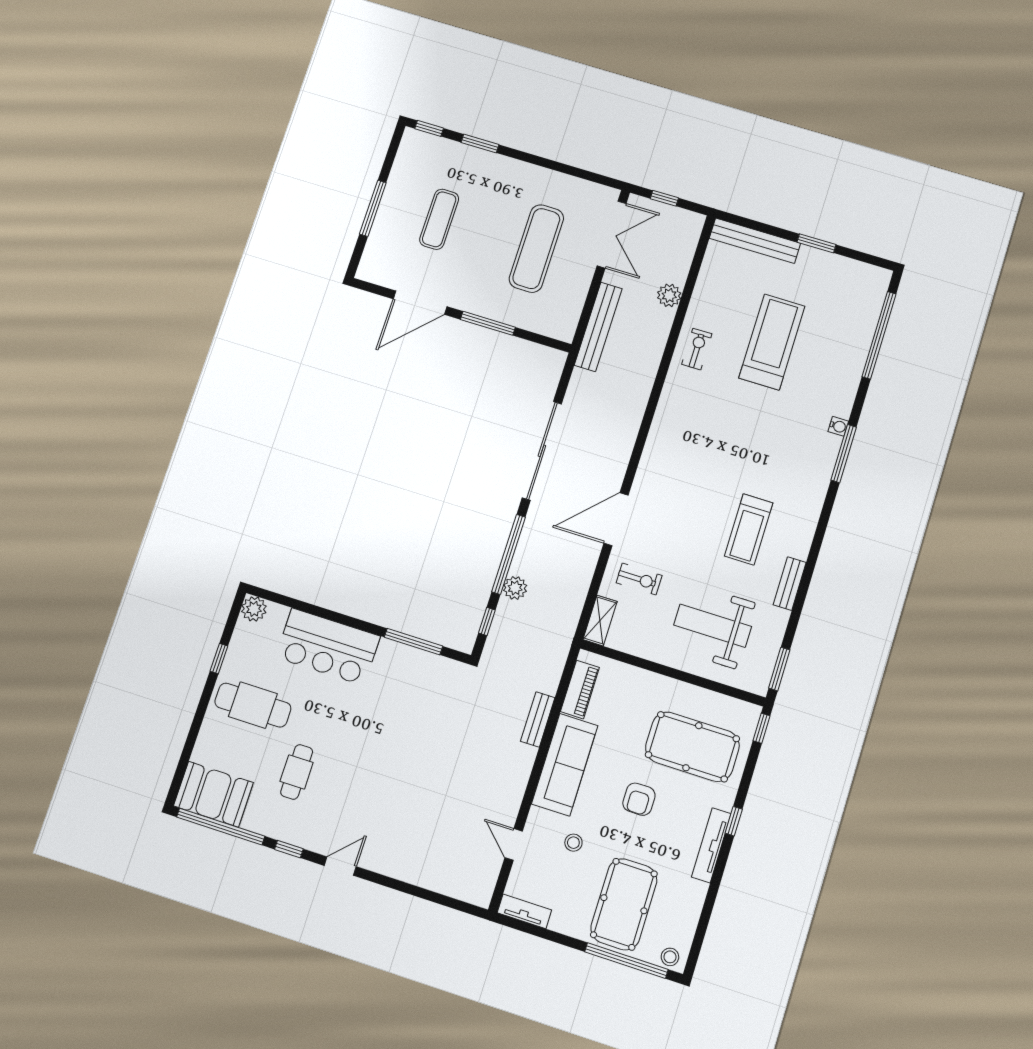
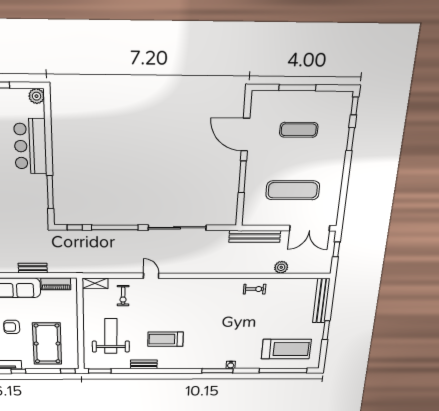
treadmill: (772, 342) -> (286, 349), moved
door: (616, 519) -> (151, 276), width x0.53
plant: (515, 588) -> (98, 236), removed

